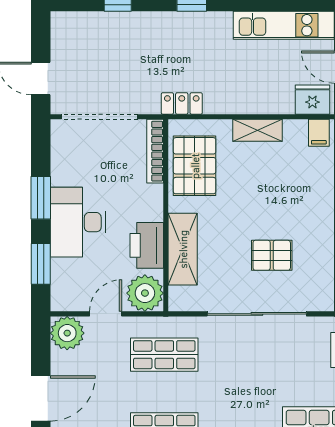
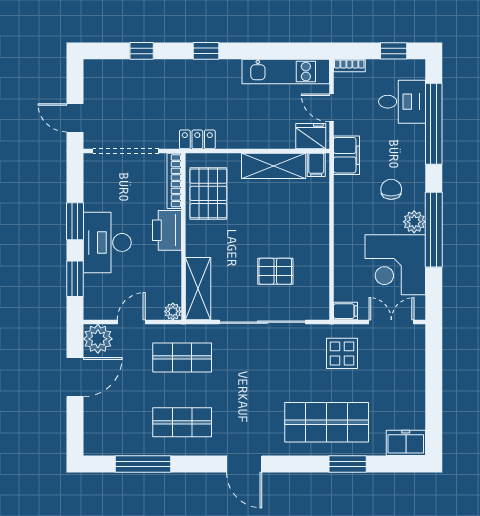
shelving: (257, 130) -> (274, 166), width x1.50, depth x1.33
printer: (147, 245) -> (167, 230), moved
shelving: (183, 249) -> (198, 289), moved
plant: (145, 293) -> (173, 311), width x0.53, depth x0.53
door: (41, 399) -> (75, 377), moved

